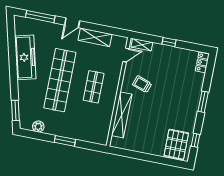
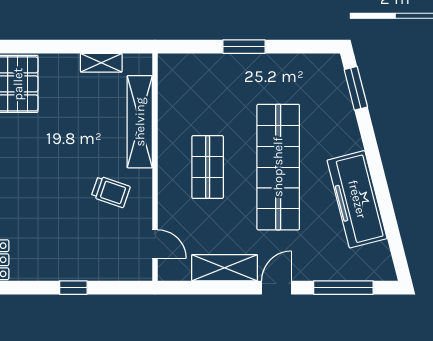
shelving: (142, 45) -> (101, 63), moved
door: (126, 55) -> (155, 244), swing flipped
plant: (38, 127) -> (303, 65), removed

